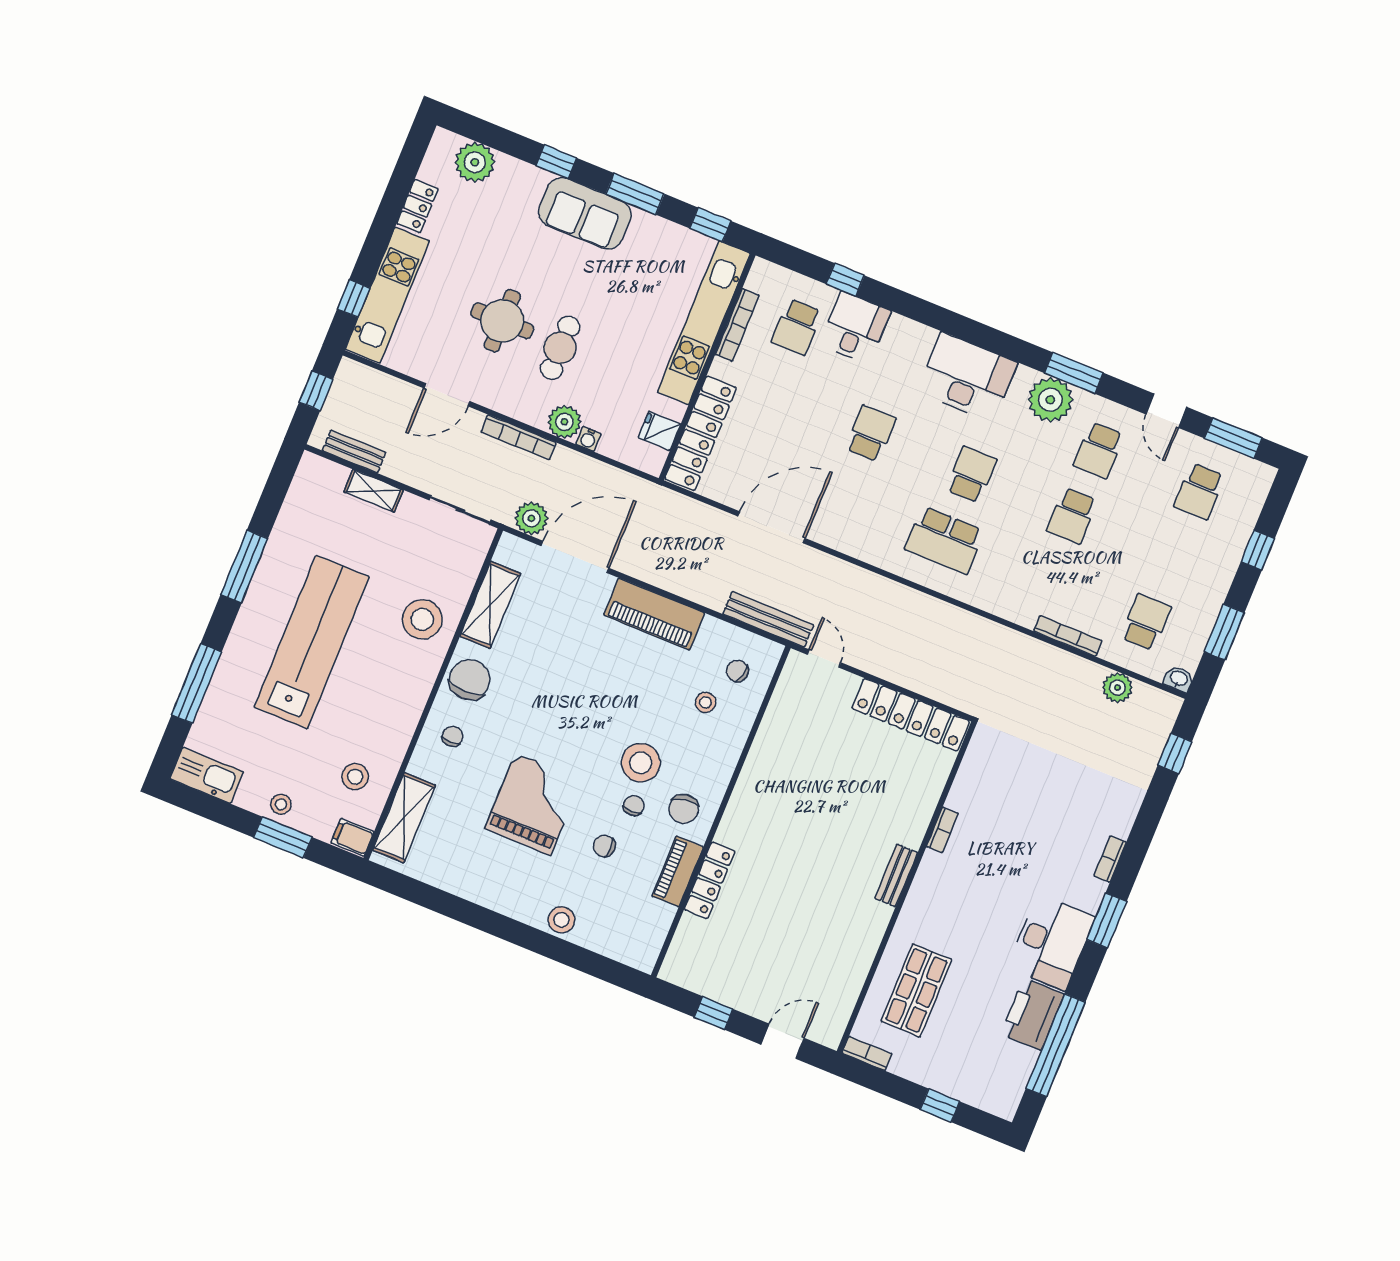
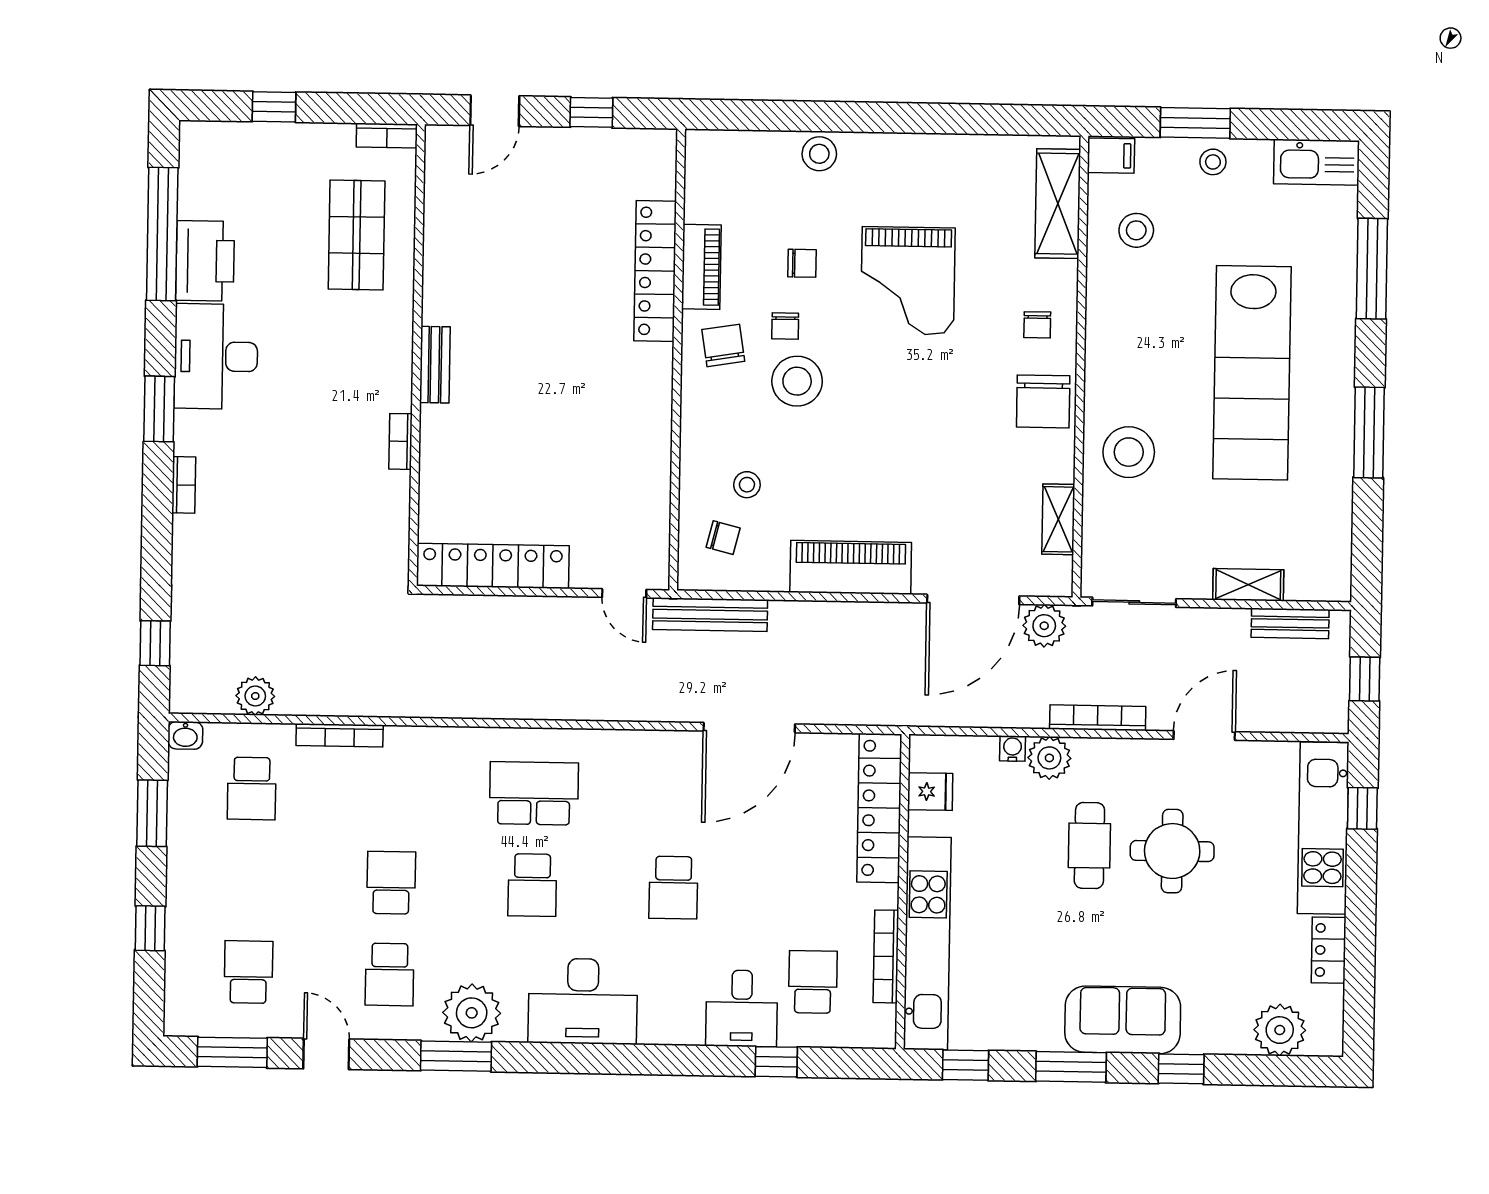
school desk: (1099, 450) -> (390, 974), turned 180
shelving: (490, 605) -> (1058, 519), width x0.67, depth x0.75
locker: (710, 880) -> (655, 271), width x1.41, depth x1.21

